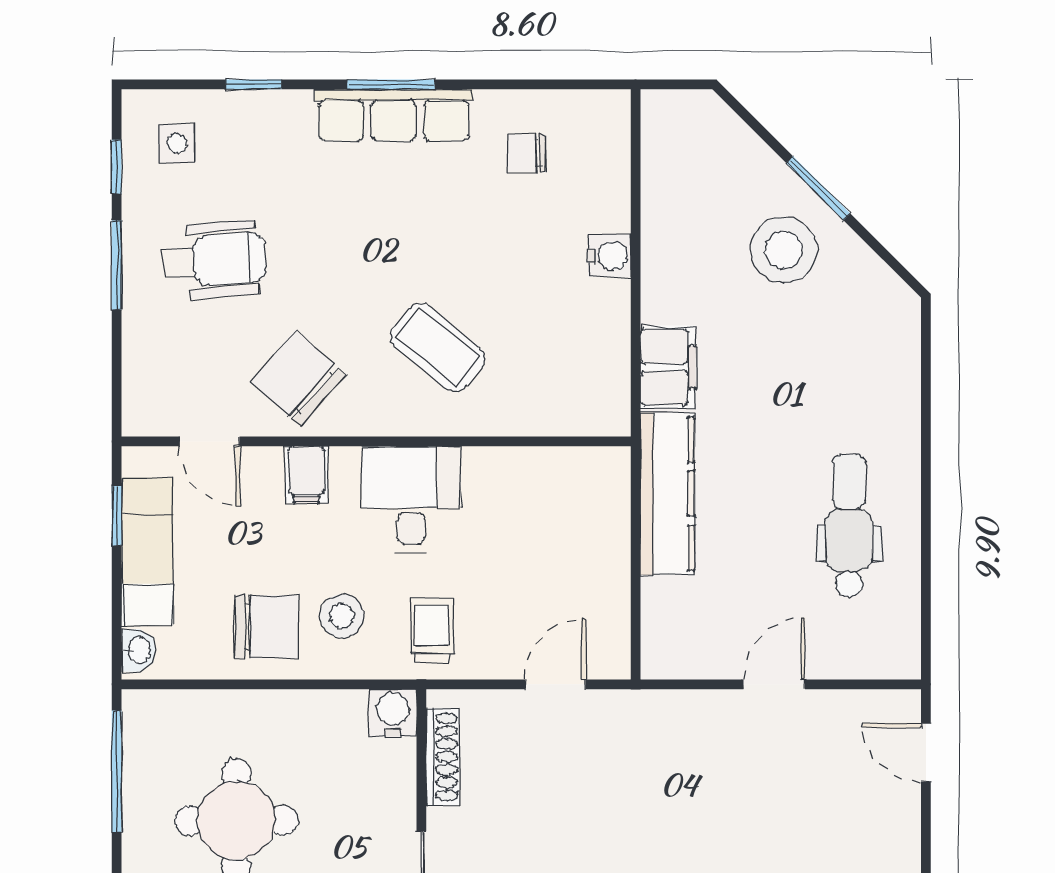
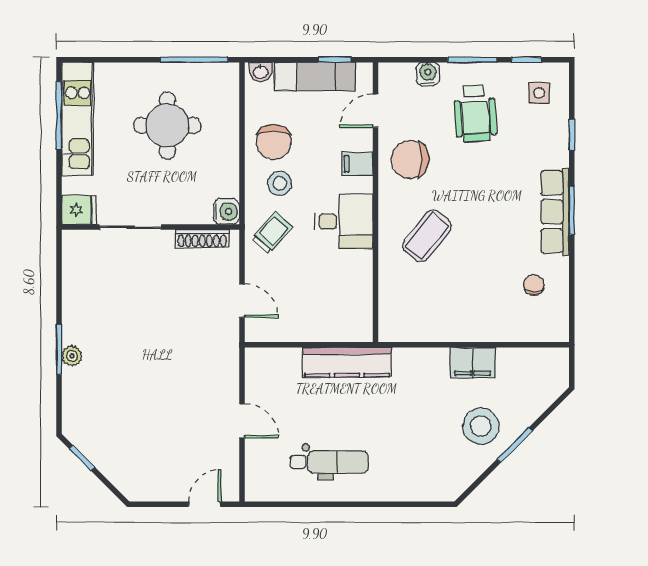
water cooler: (609, 256) -> (428, 74), moved, turned 180
filing cabinet: (668, 367) -> (473, 363), moved
chair: (298, 378) -> (410, 159), turned -131
trolley: (432, 630) -> (272, 233), turned -48

